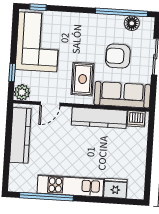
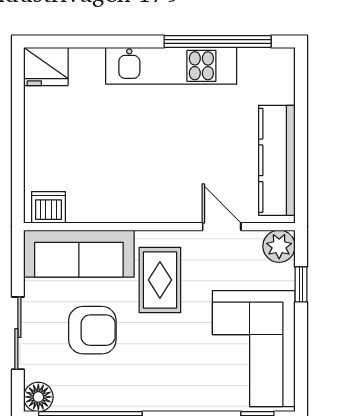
floor lamp: (132, 23) -> (38, 397), moved
door: (50, 104) -> (222, 227), hinge flipped
kitchen counter: (99, 118) -> (122, 205), removed
fridge: (115, 188) -> (46, 66), moved

